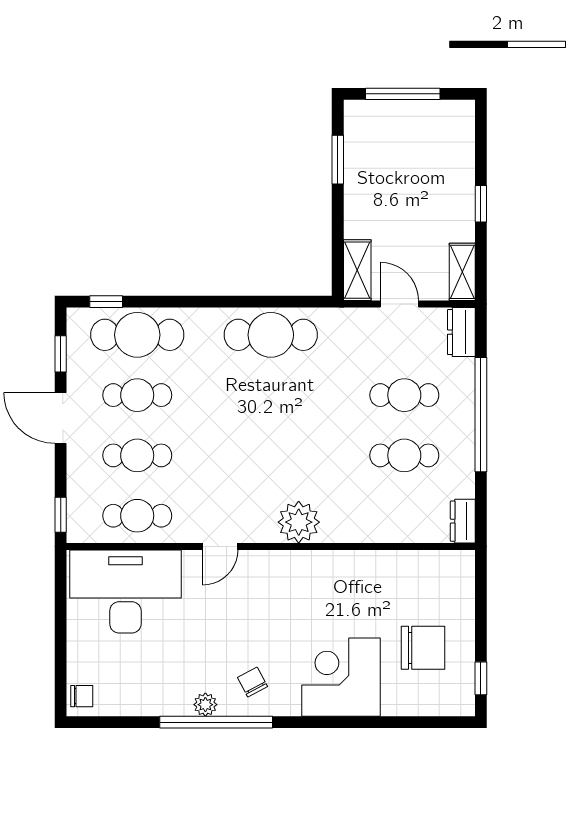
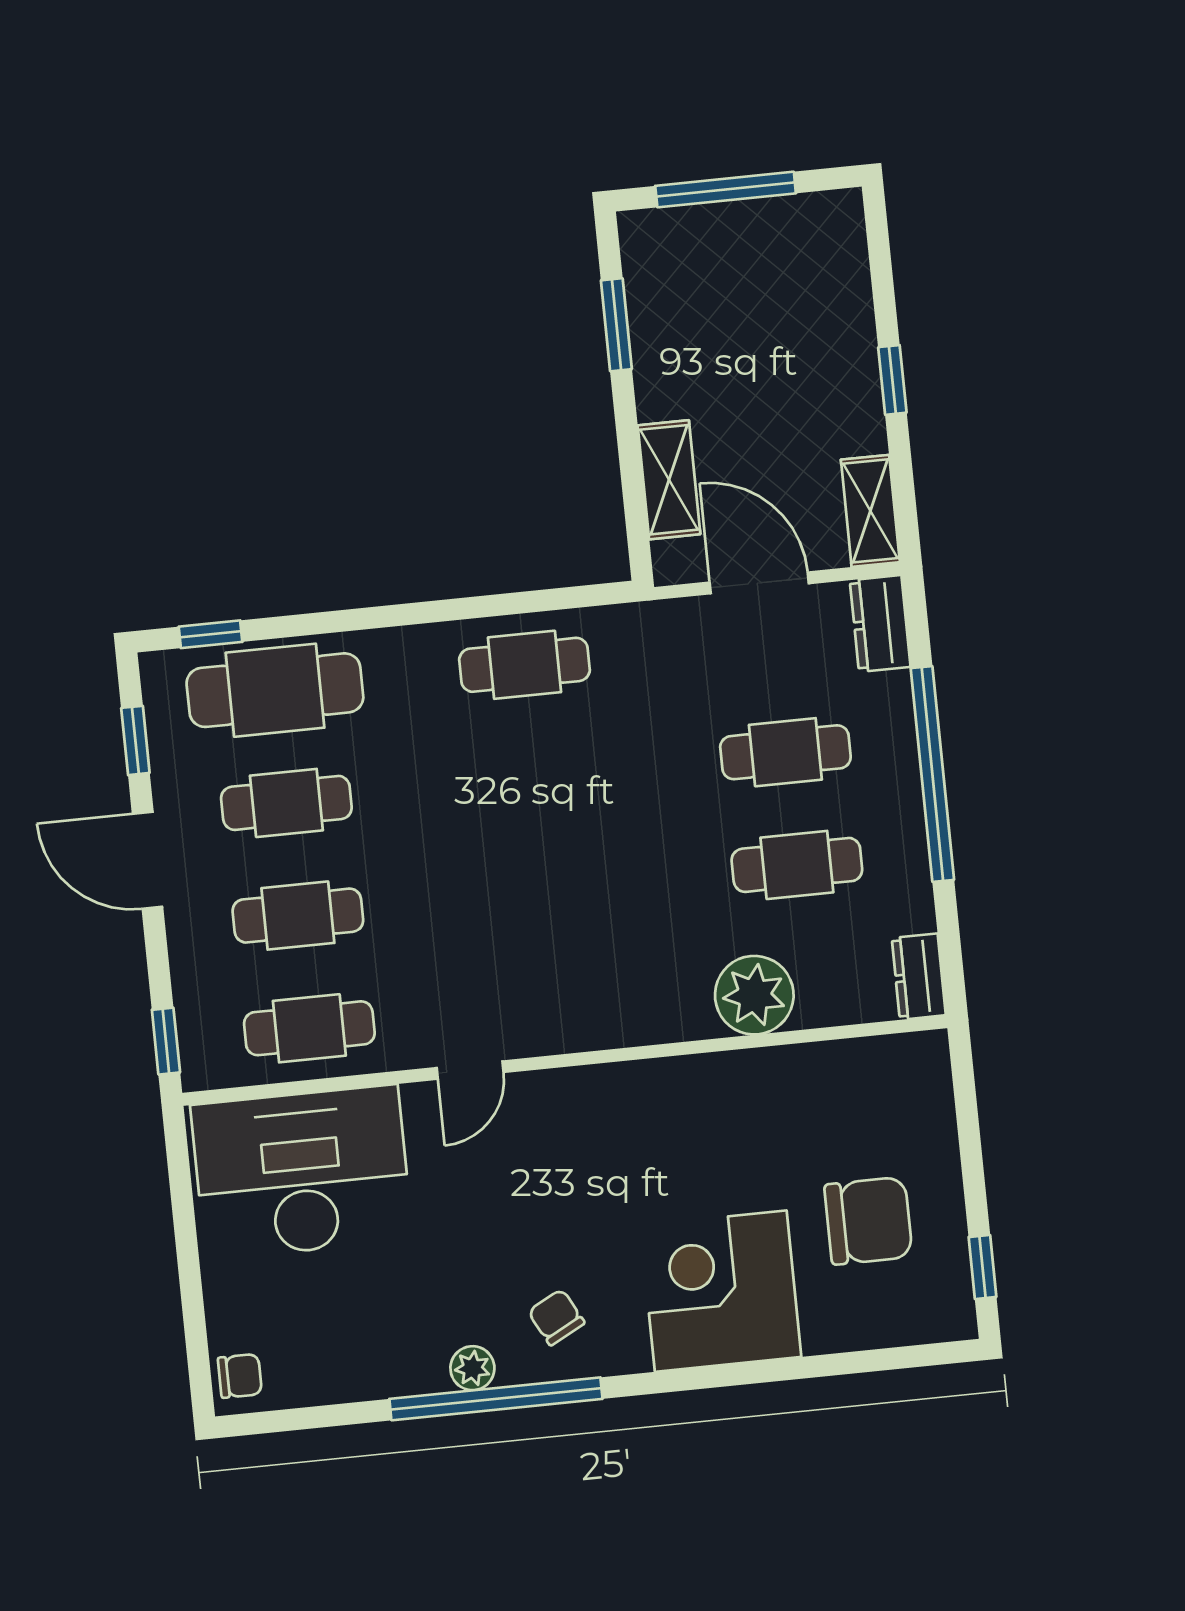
shelving: (357, 270) -> (669, 480), moved
door: (399, 304) -> (759, 583), width x1.37
cafe table: (271, 335) -> (525, 665), width x0.73, depth x0.74
plant: (299, 522) -> (754, 995), moved

